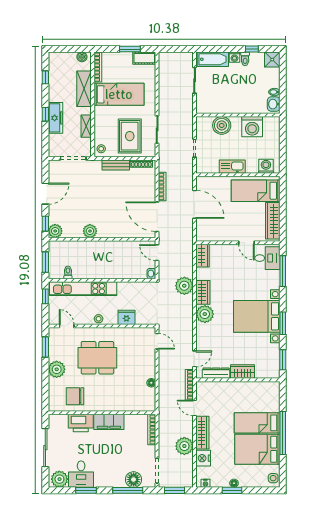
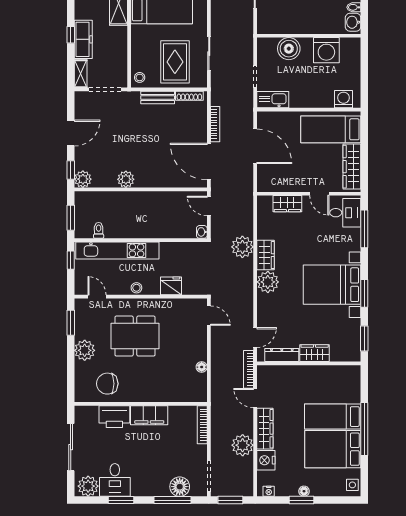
shelving: (86, 126) -> (81, 74), moved
kitchen sink: (232, 167) -> (273, 100), moved
wardrobe: (203, 256) -> (287, 204), moved, turned 90

